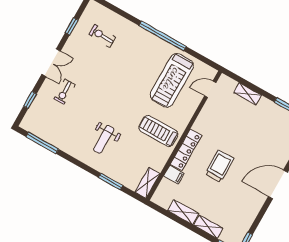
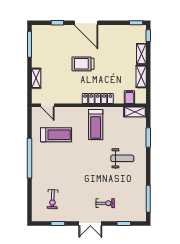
double door: (51, 63) -> (90, 223), swing flipped
treadmill: (172, 80) -> (56, 135), width x0.73, depth x0.73
trolley: (219, 166) -> (83, 64), moved
filing cabinet: (174, 175) -> (129, 97), moved

